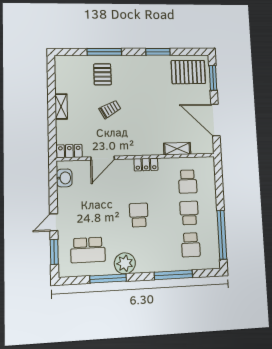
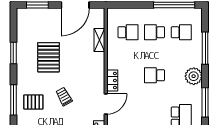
pallet: (188, 72) -> (48, 57), moved
door: (103, 158) -> (106, 104), hinge flipped
locker: (146, 165) -> (112, 81), moved
plant: (125, 263) -> (194, 76), moved

